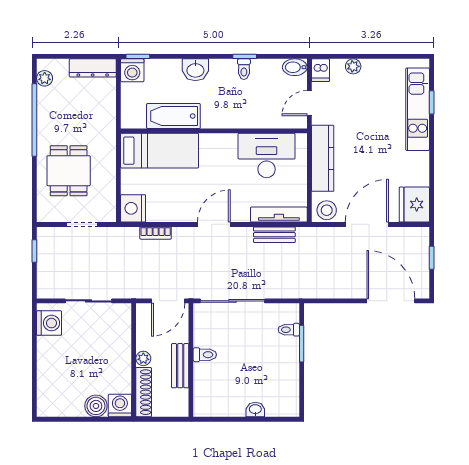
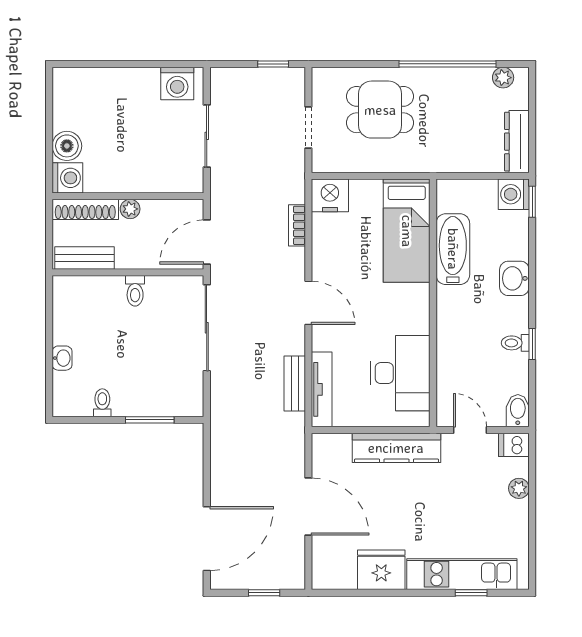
fridge: (414, 205) -> (381, 570), moved
stool: (327, 210) -> (327, 453), removed
door: (168, 301) -> (207, 242), hinge flipped
toilet: (289, 330) -> (102, 403), moved
bench: (180, 366) -> (84, 258), moved

